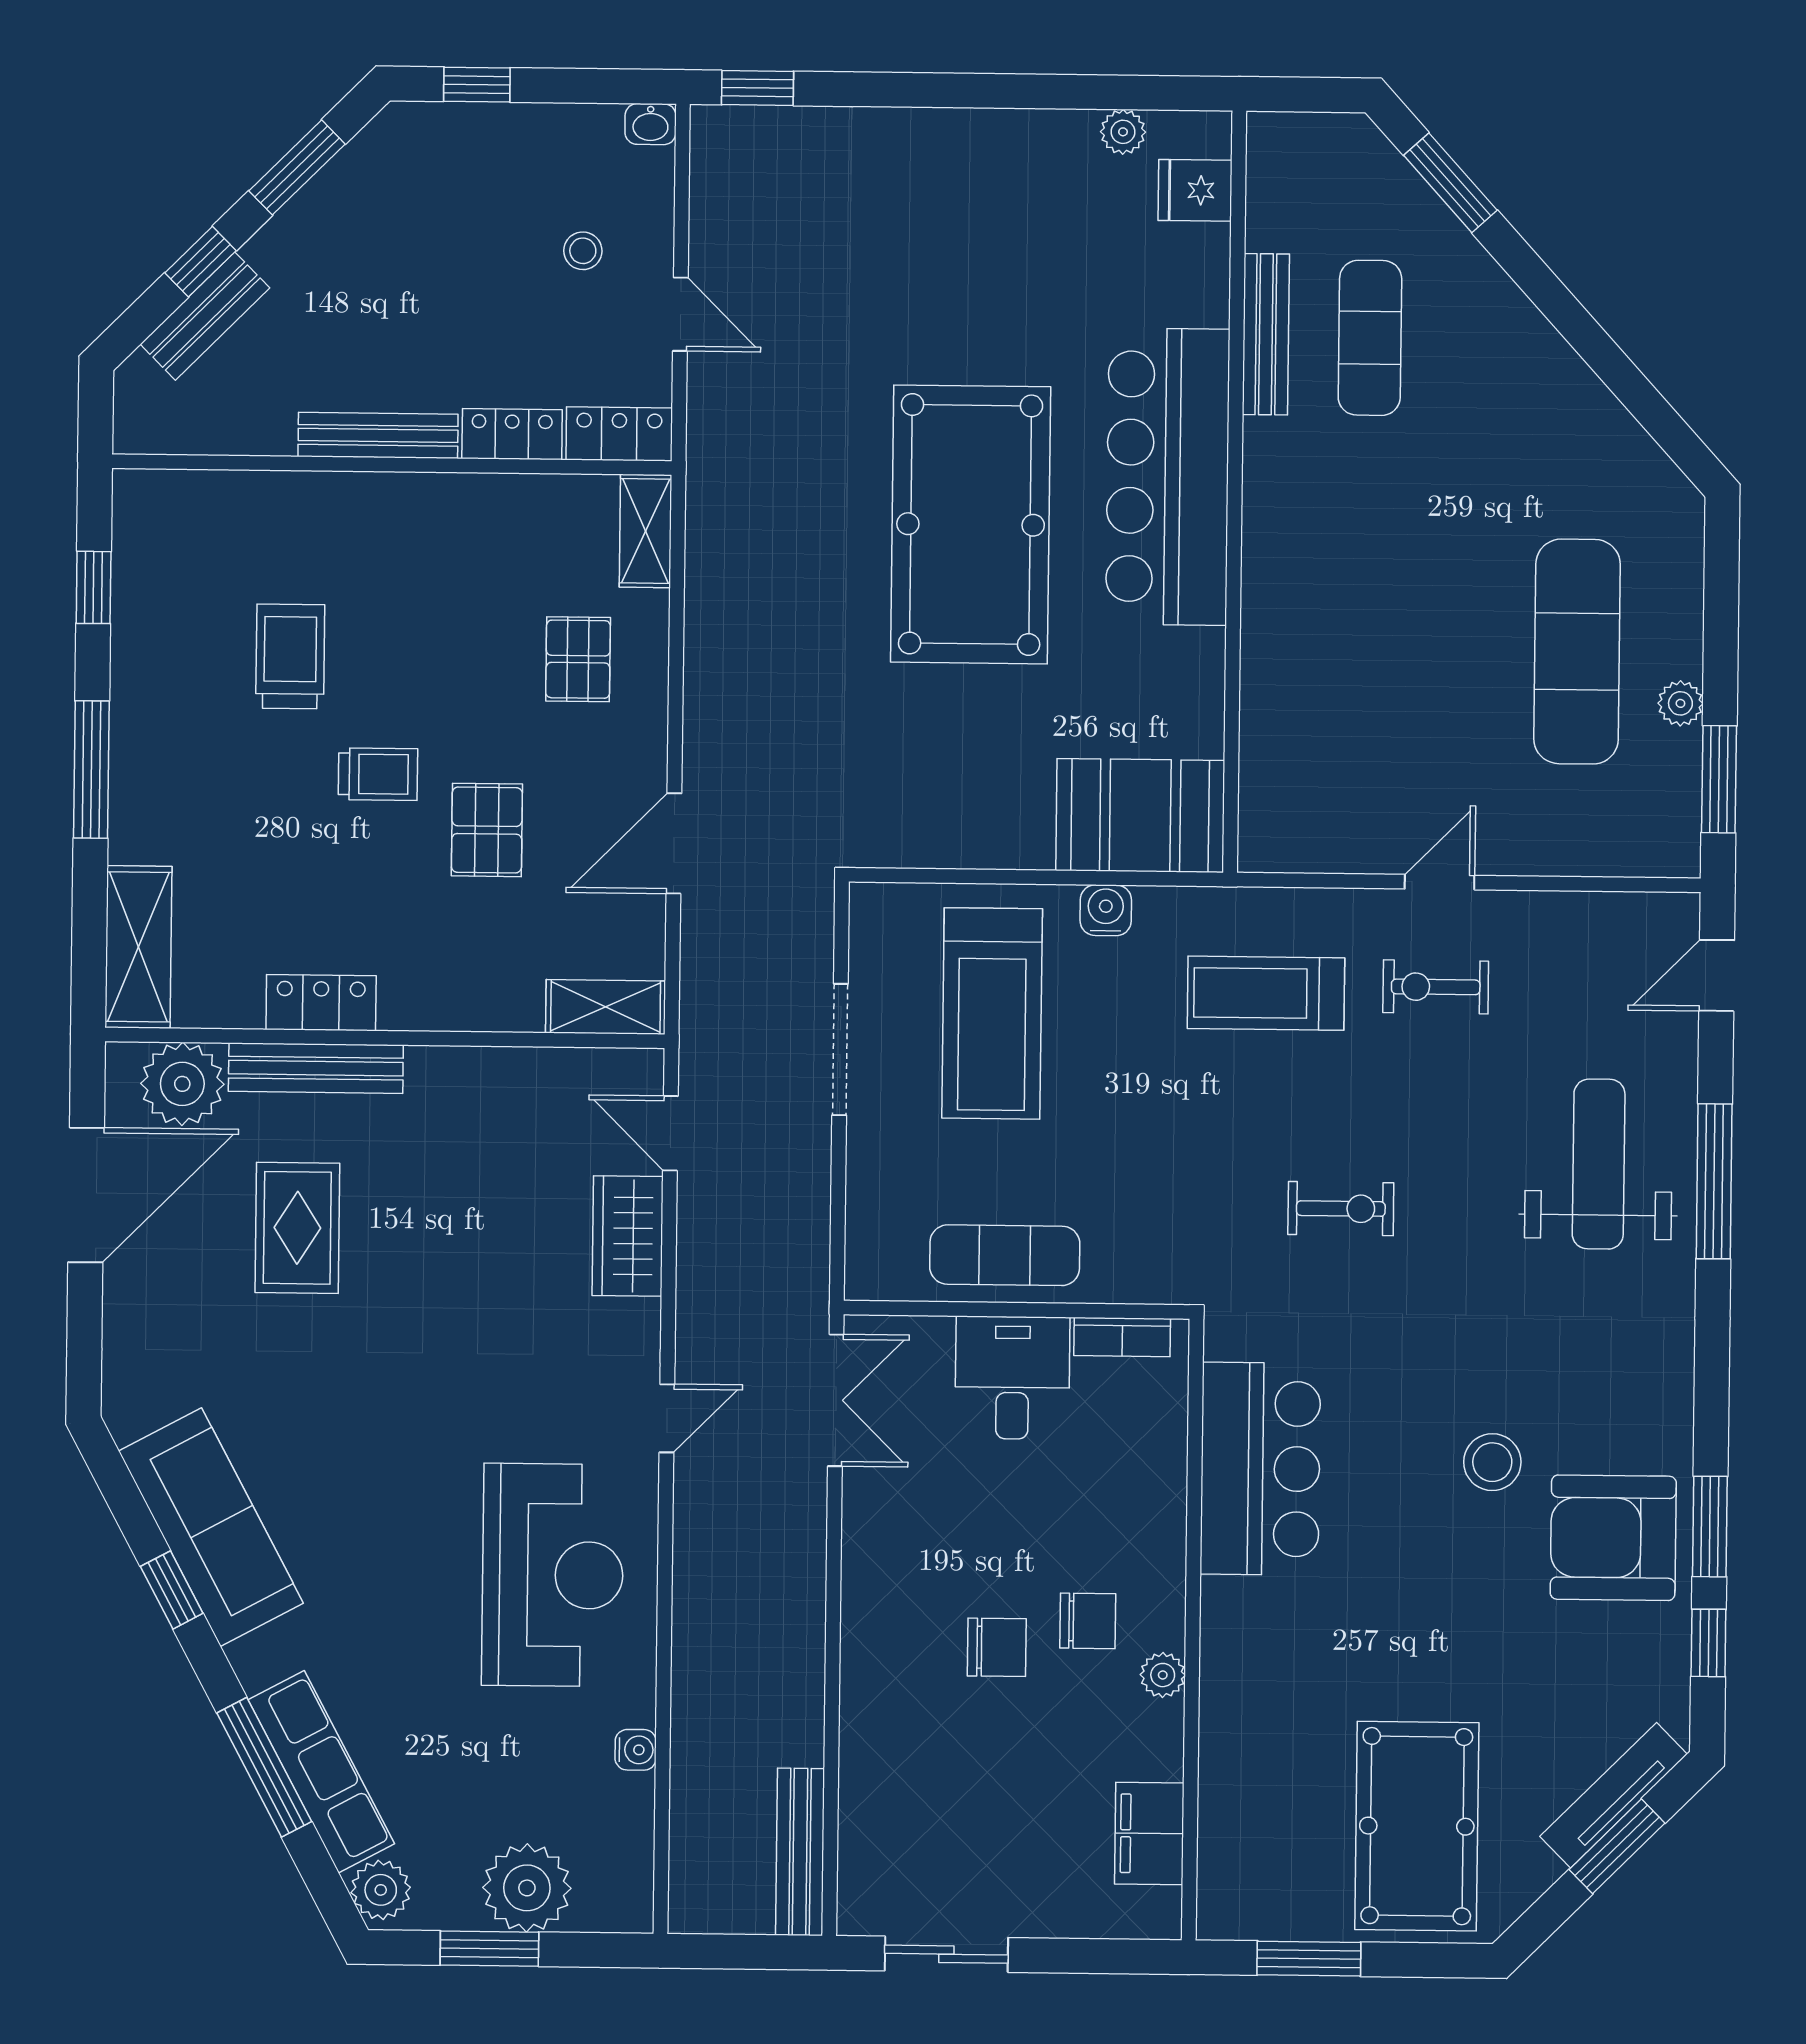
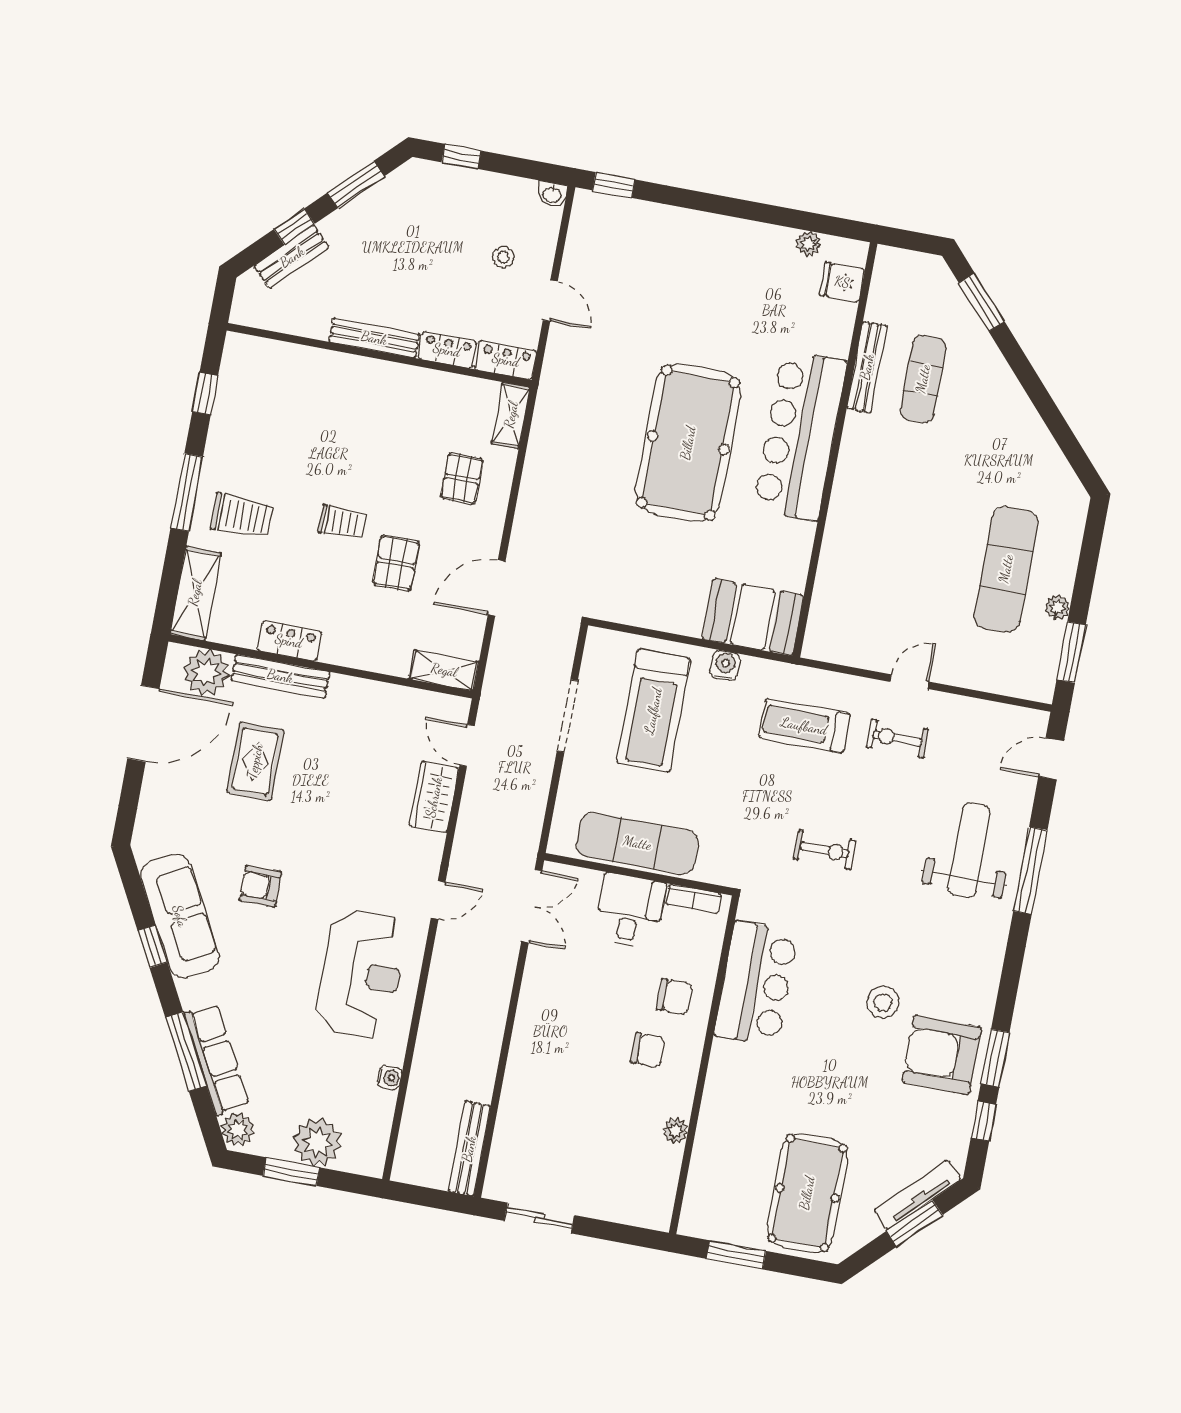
trolley: (290, 656) -> (242, 516), moved, turned 90
exercise mat: (1005, 1255) -> (637, 843), width x1.36, depth x1.45
armchair: (346, 1449) -> (261, 886), added
chair: (997, 1647) -> (675, 997), moved
plant: (1163, 1675) -> (675, 1130), moved
filing cabinet: (1149, 1834) -> (661, 1172), removed

